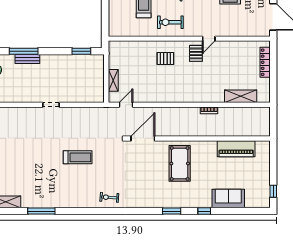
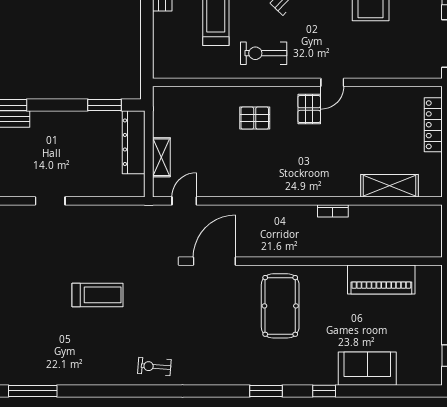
dresser: (98, 72) -> (134, 142), added

